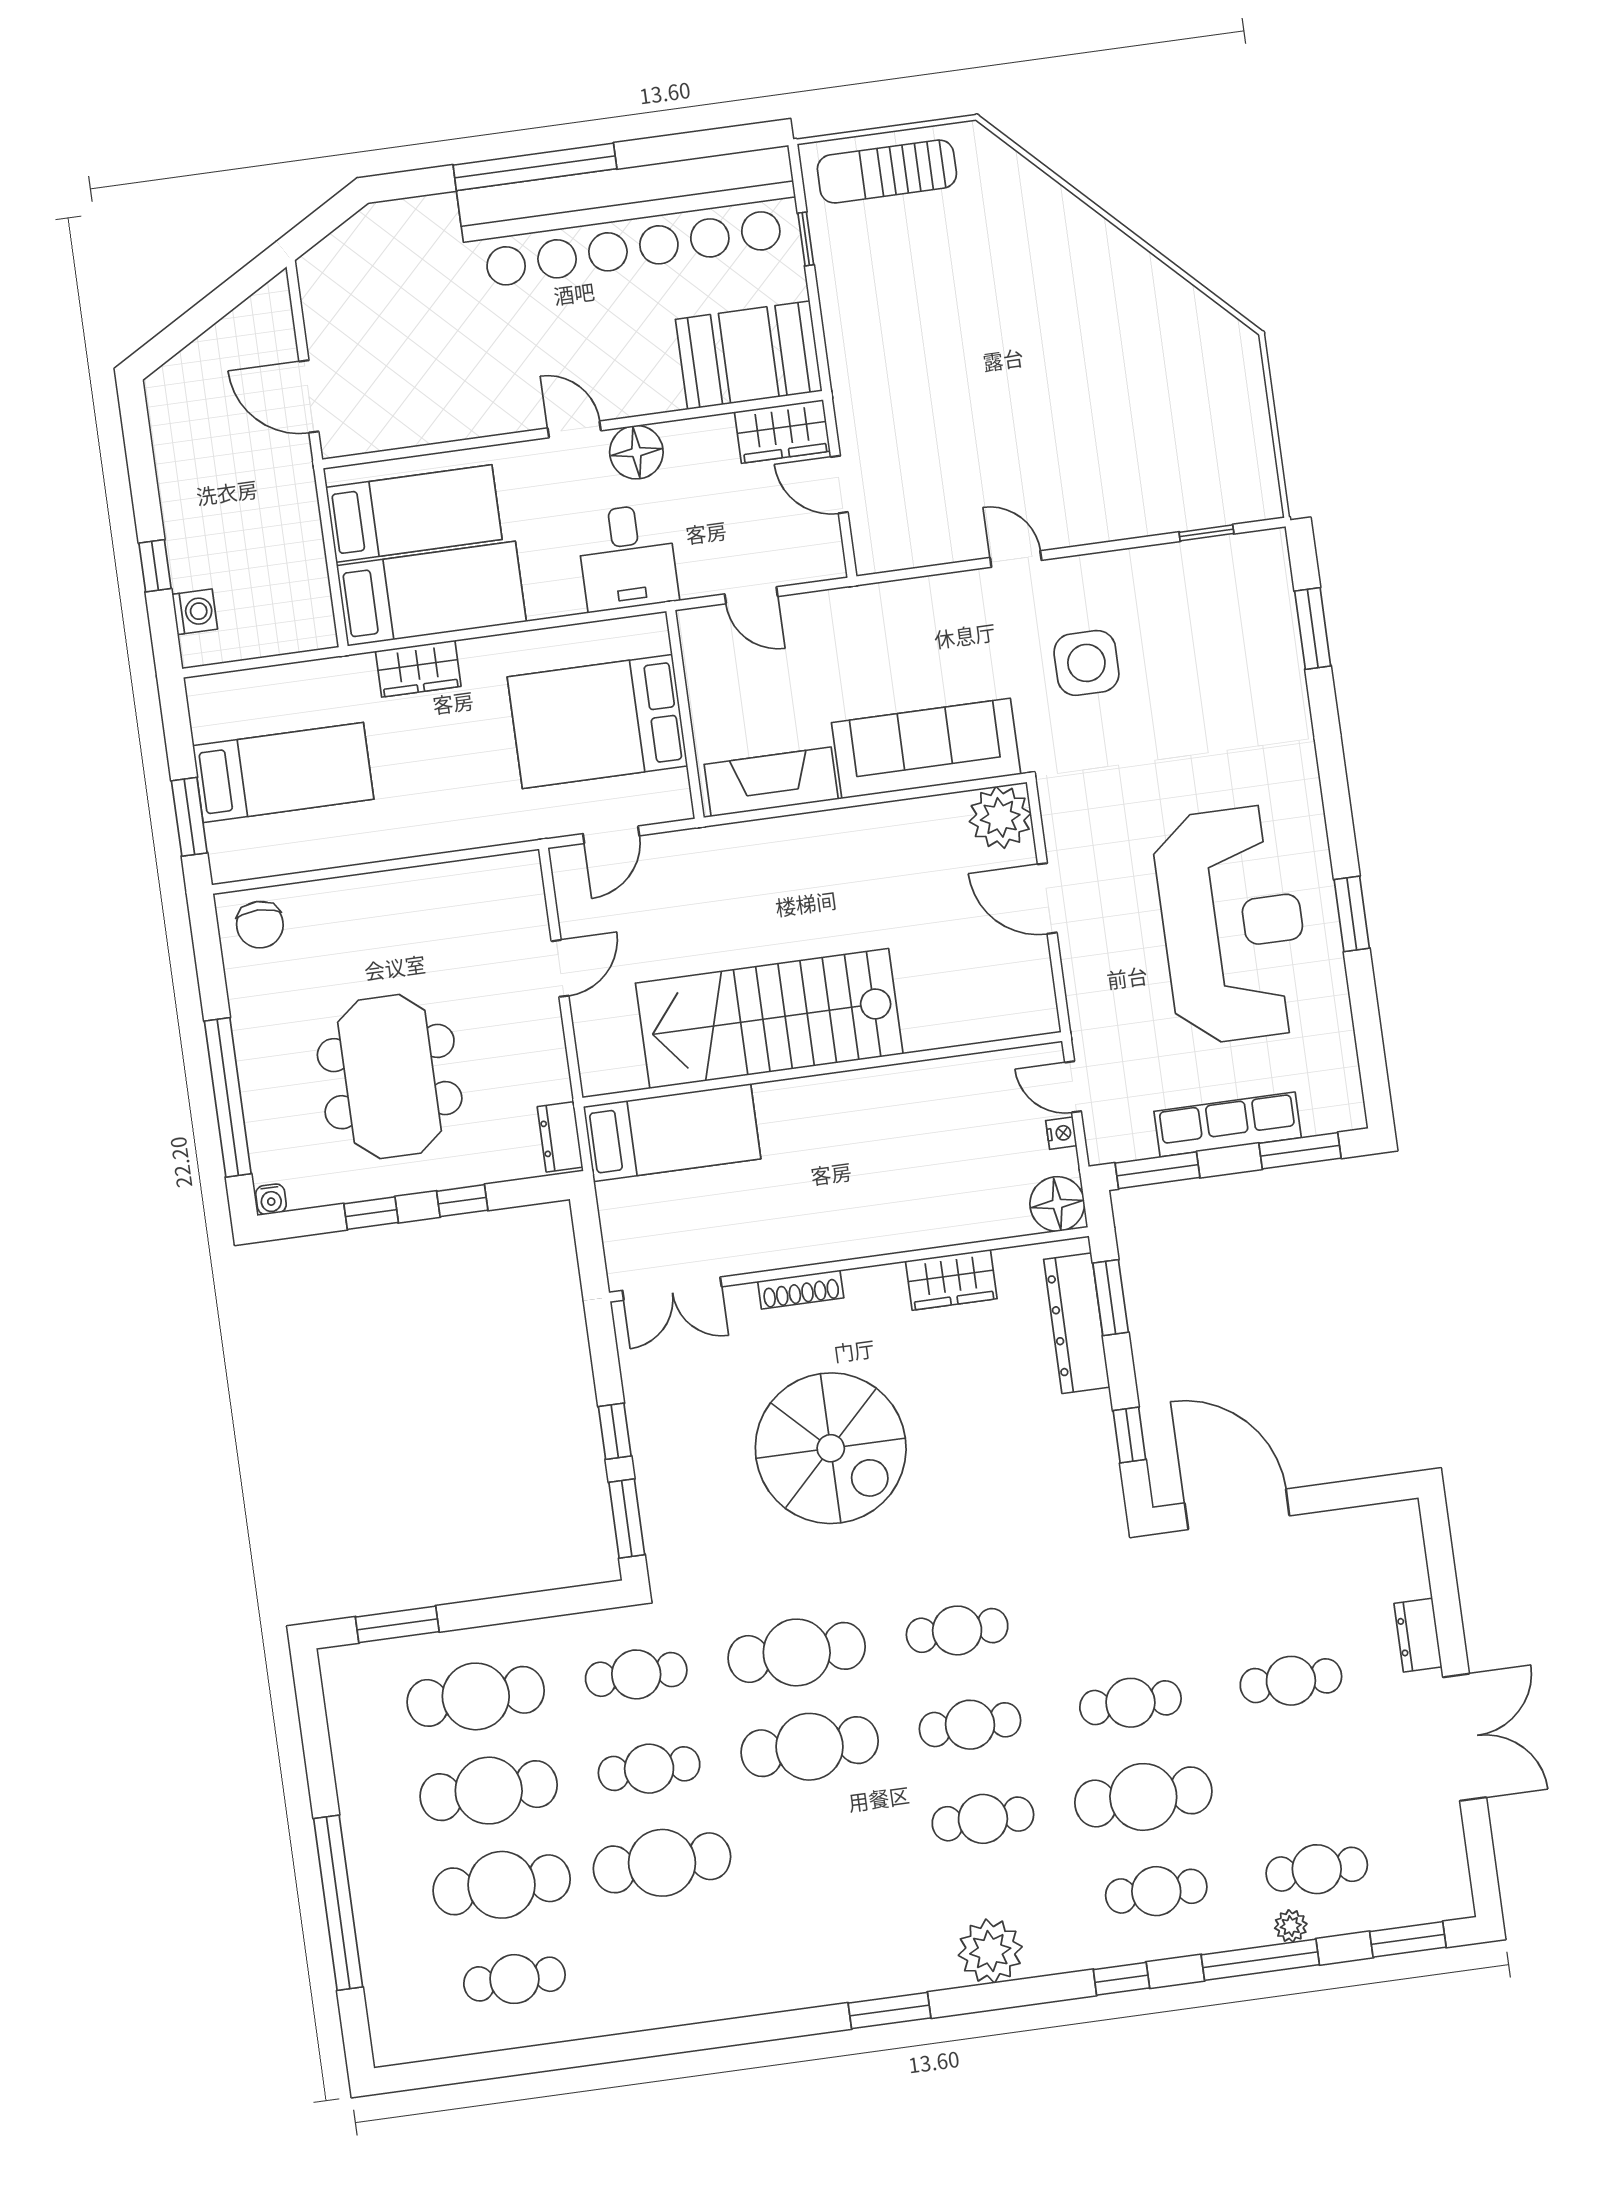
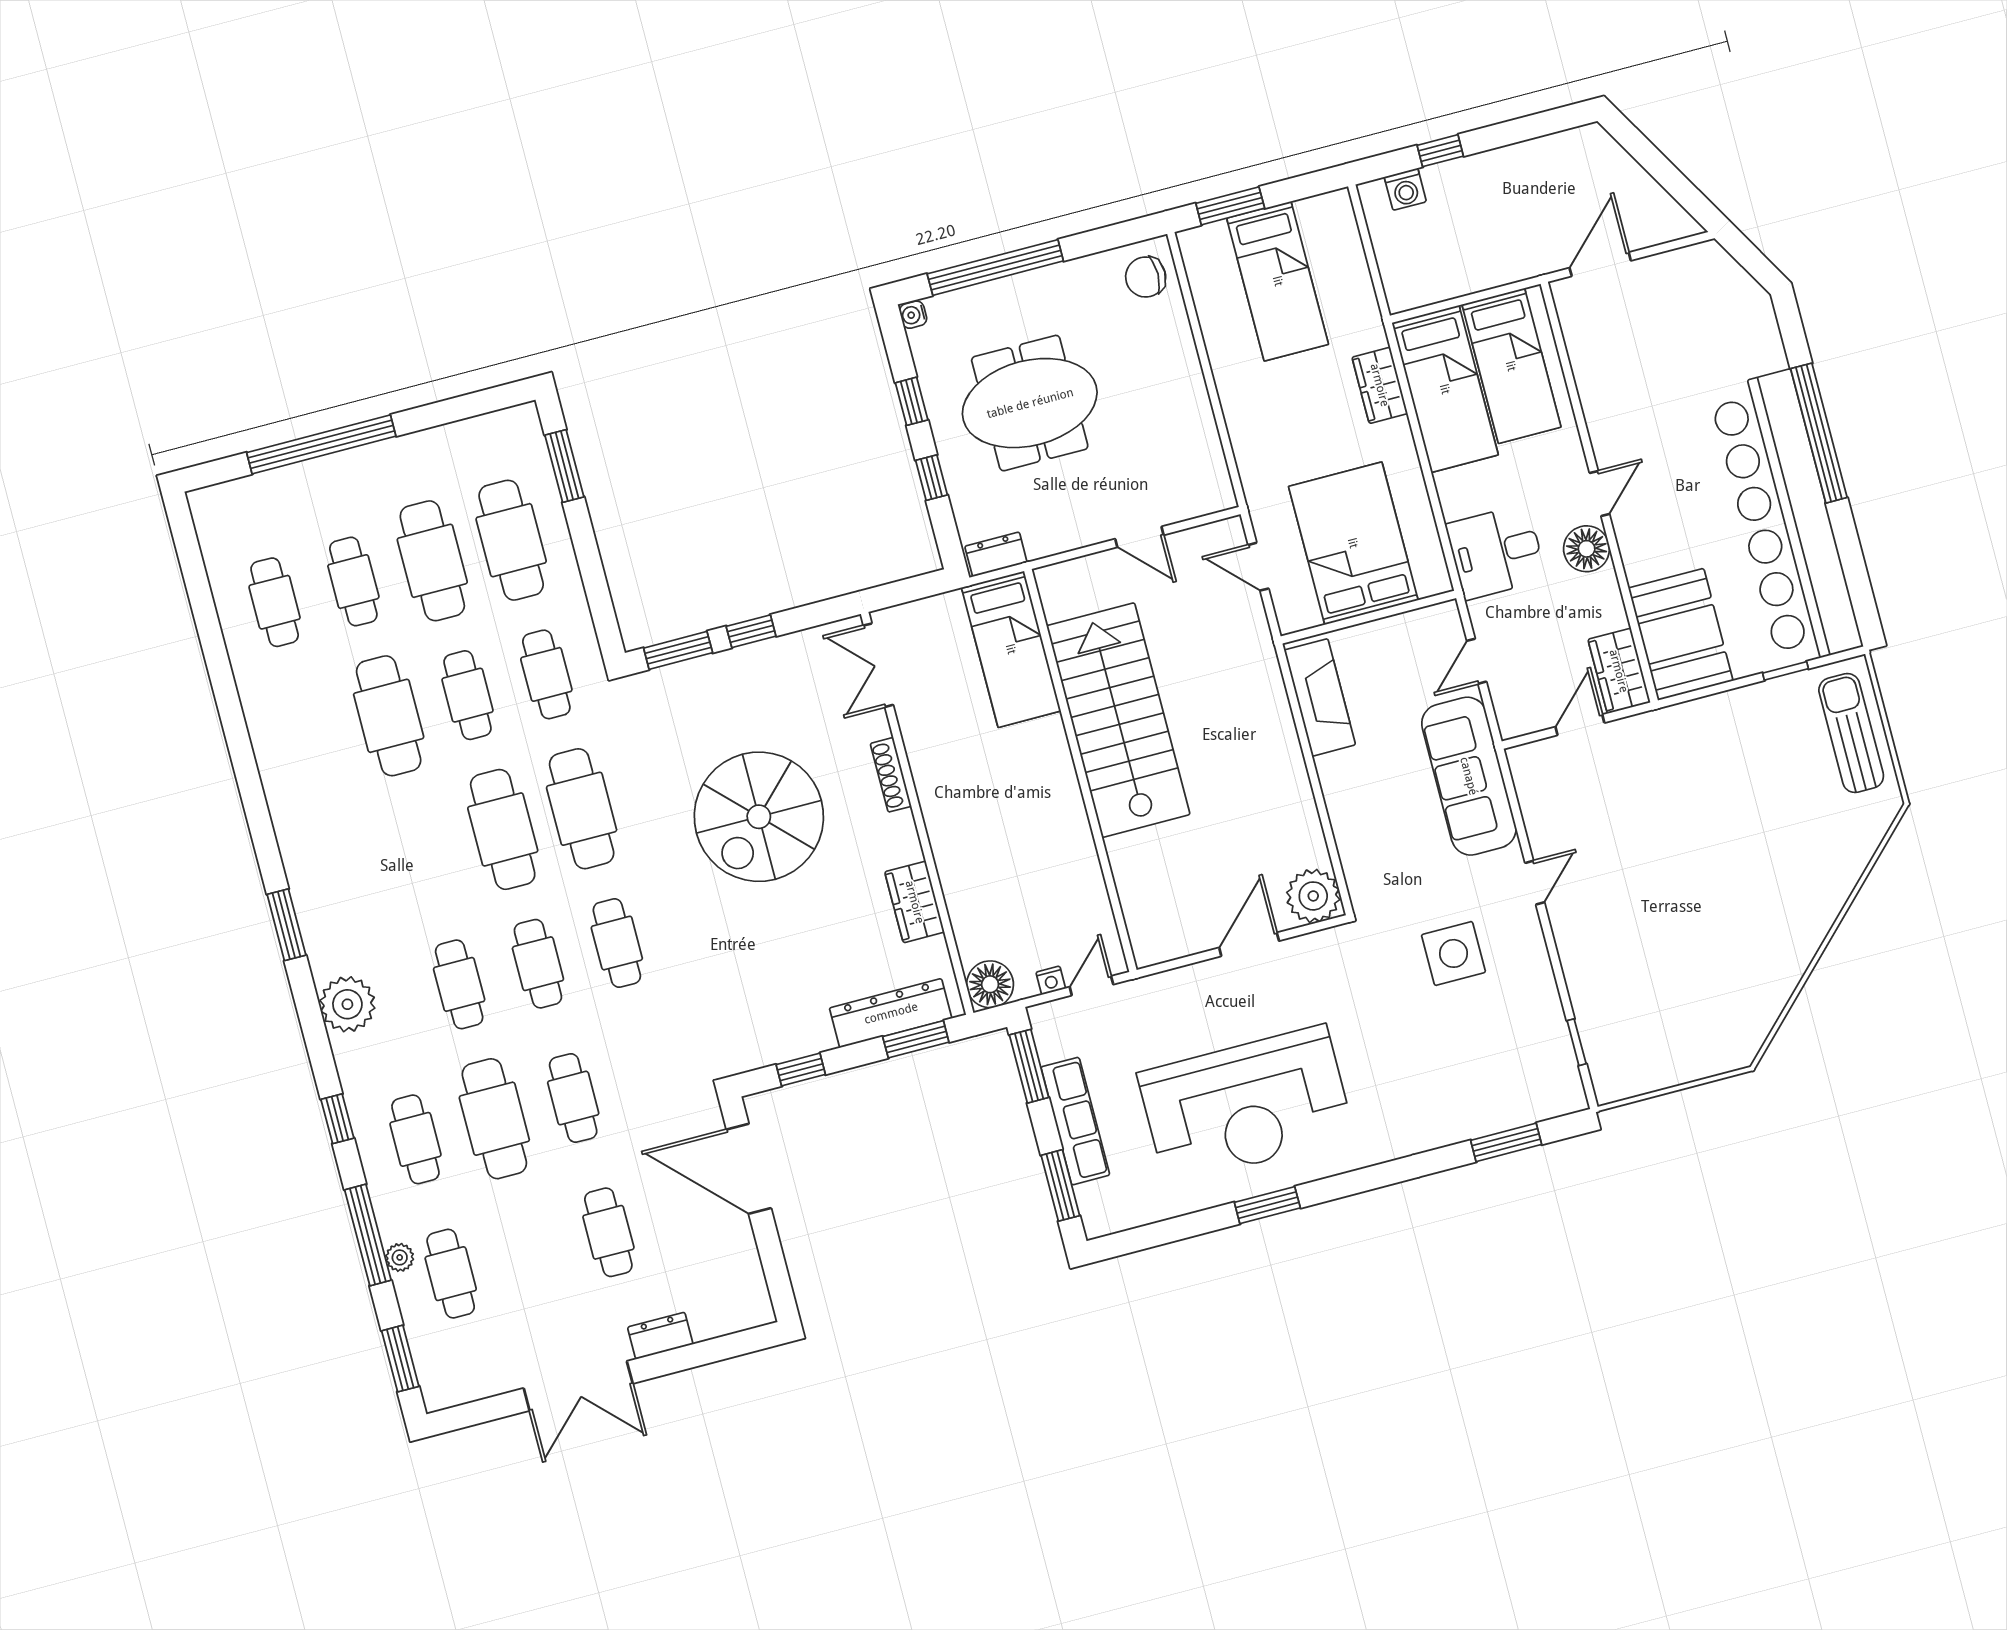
sofa: (926, 748) -> (1469, 776), moved, turned 180
door: (1237, 1509) -> (749, 1169), swing flipped
cafe table: (502, 1885) -> (353, 582), width x0.73, depth x0.74

